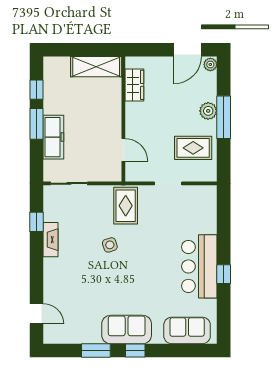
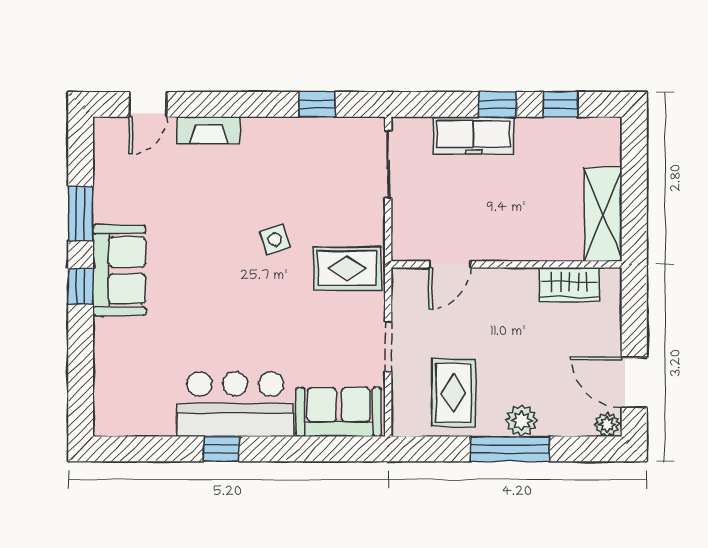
window: (37, 124) -> (498, 104), width x0.67
fireplace: (51, 240) -> (209, 130), moved
sofa: (187, 330) -> (339, 412), moved, turned -90

